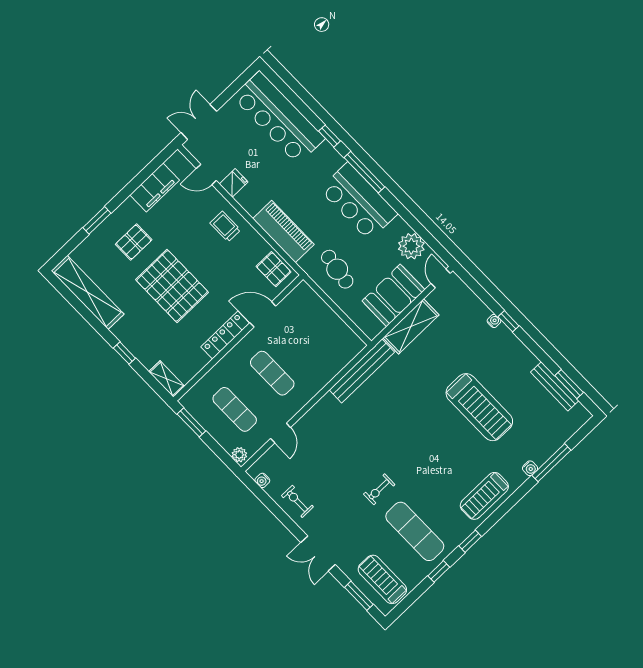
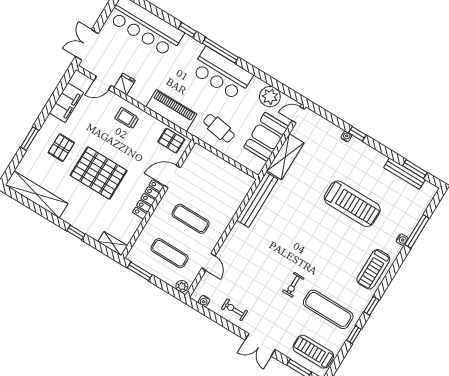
door: (441, 278) -> (298, 115), hinge flipped

